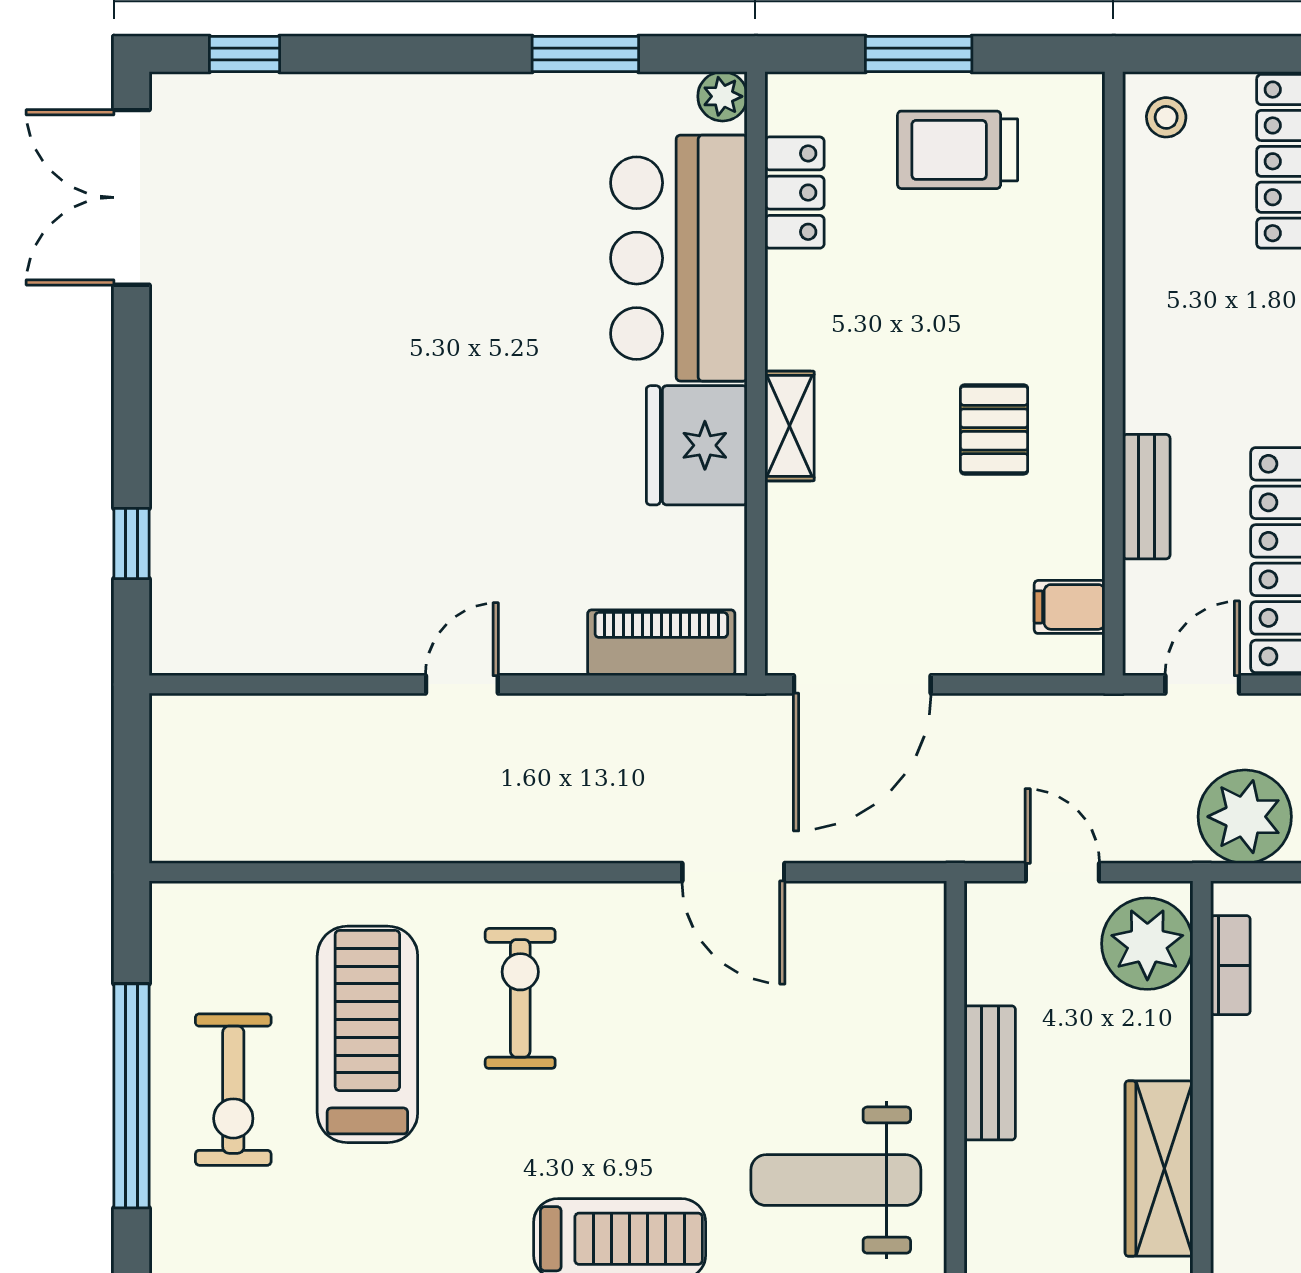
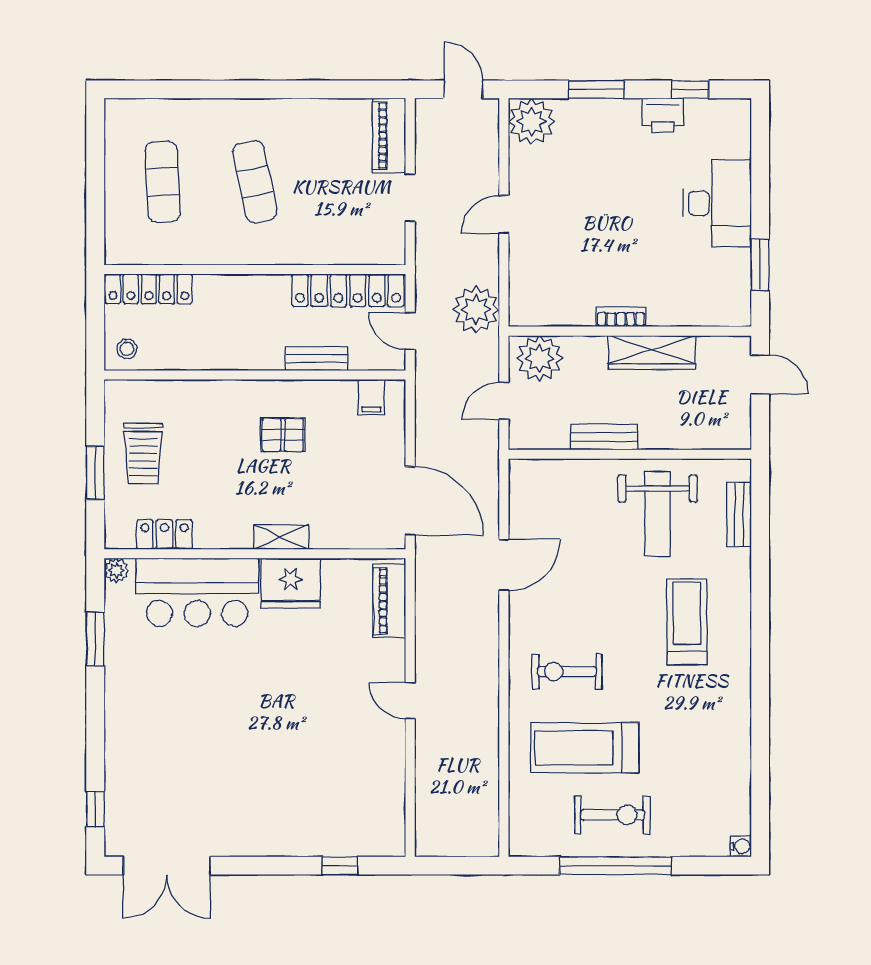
bookcase: (1230, 965) -> (621, 317), moved

